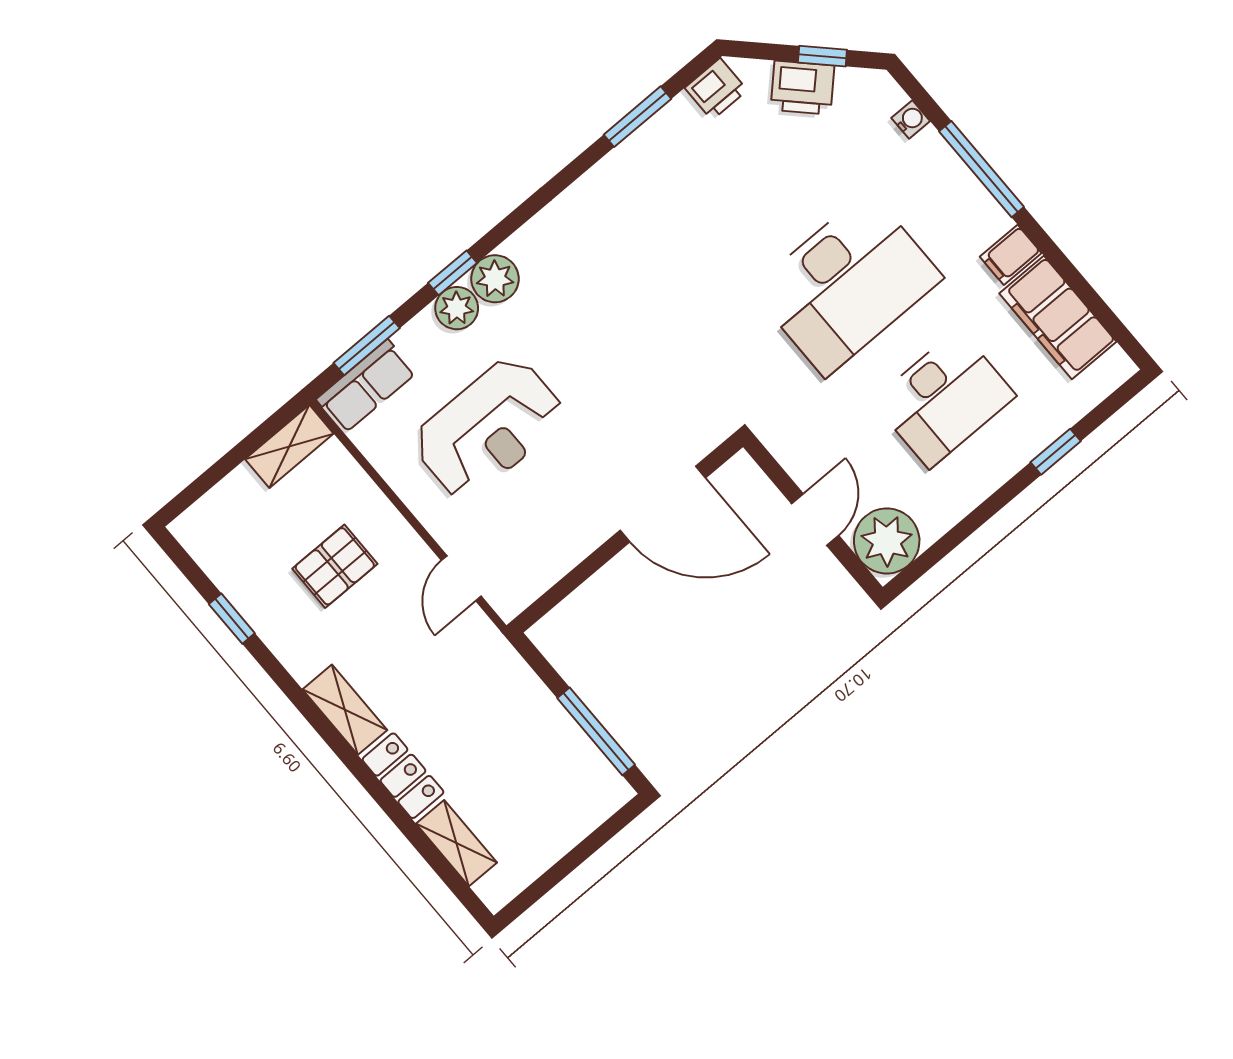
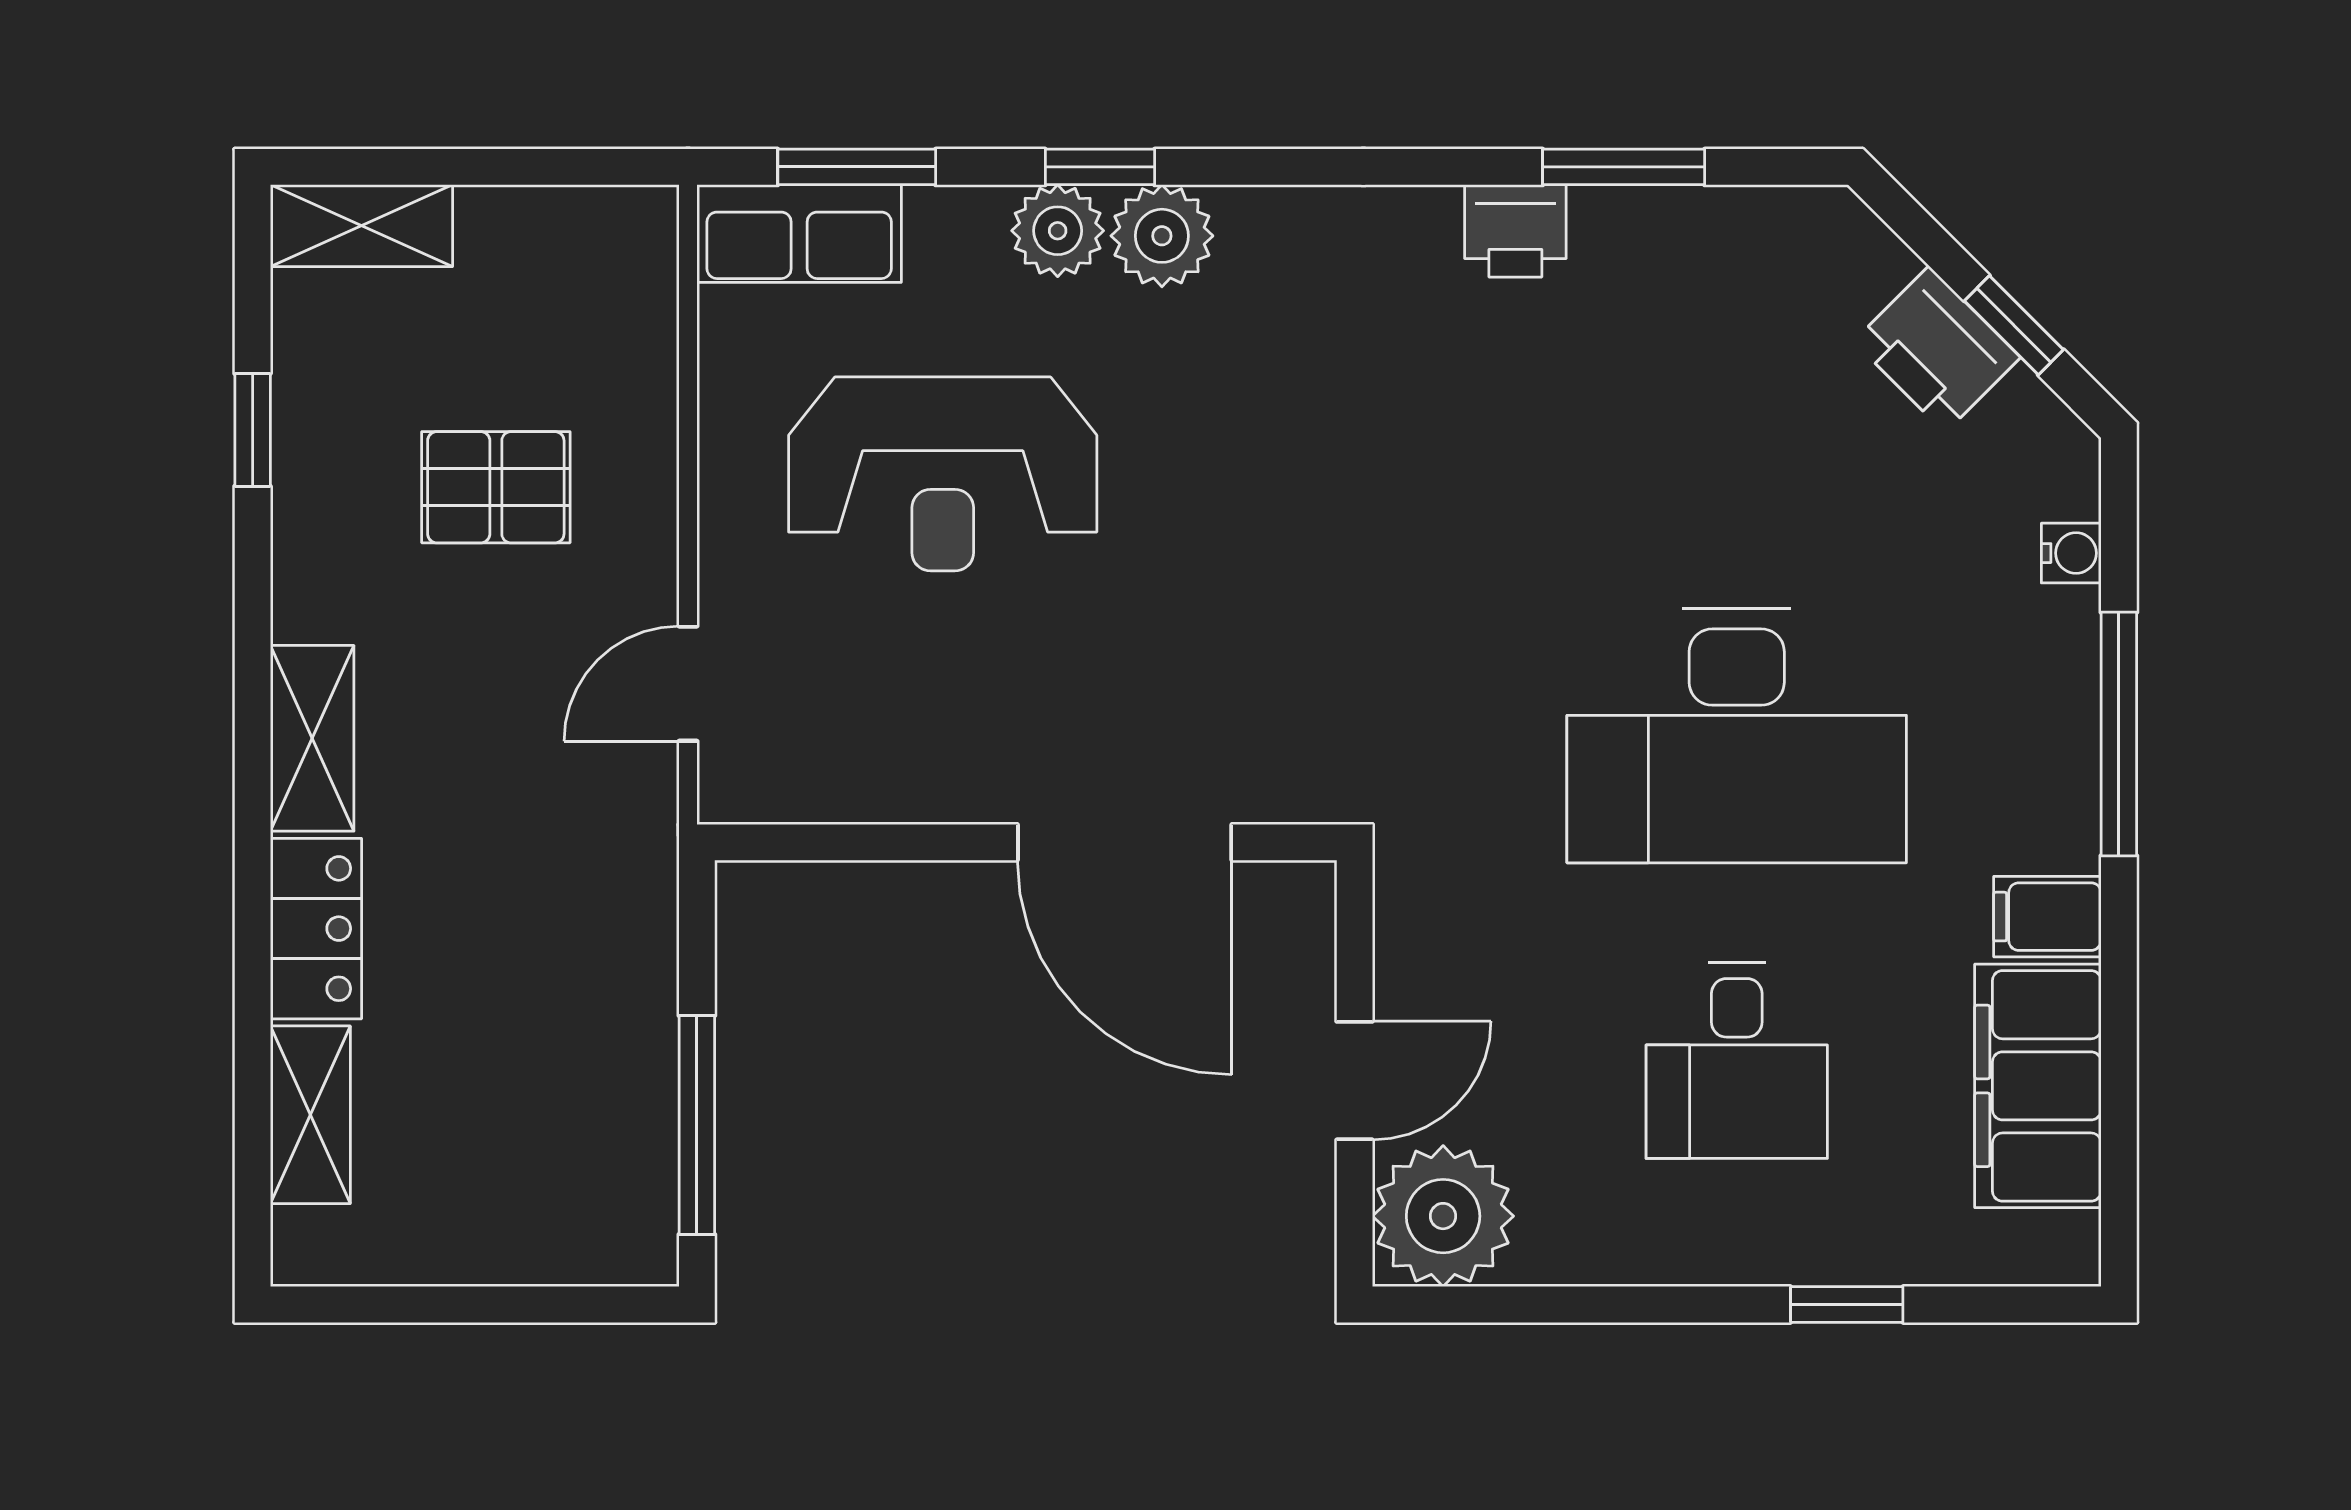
printer: (716, 89) -> (1515, 231), moved
desk: (944, 398) -> (1737, 1061), width x0.73
shelving: (289, 446) -> (361, 226), moved

